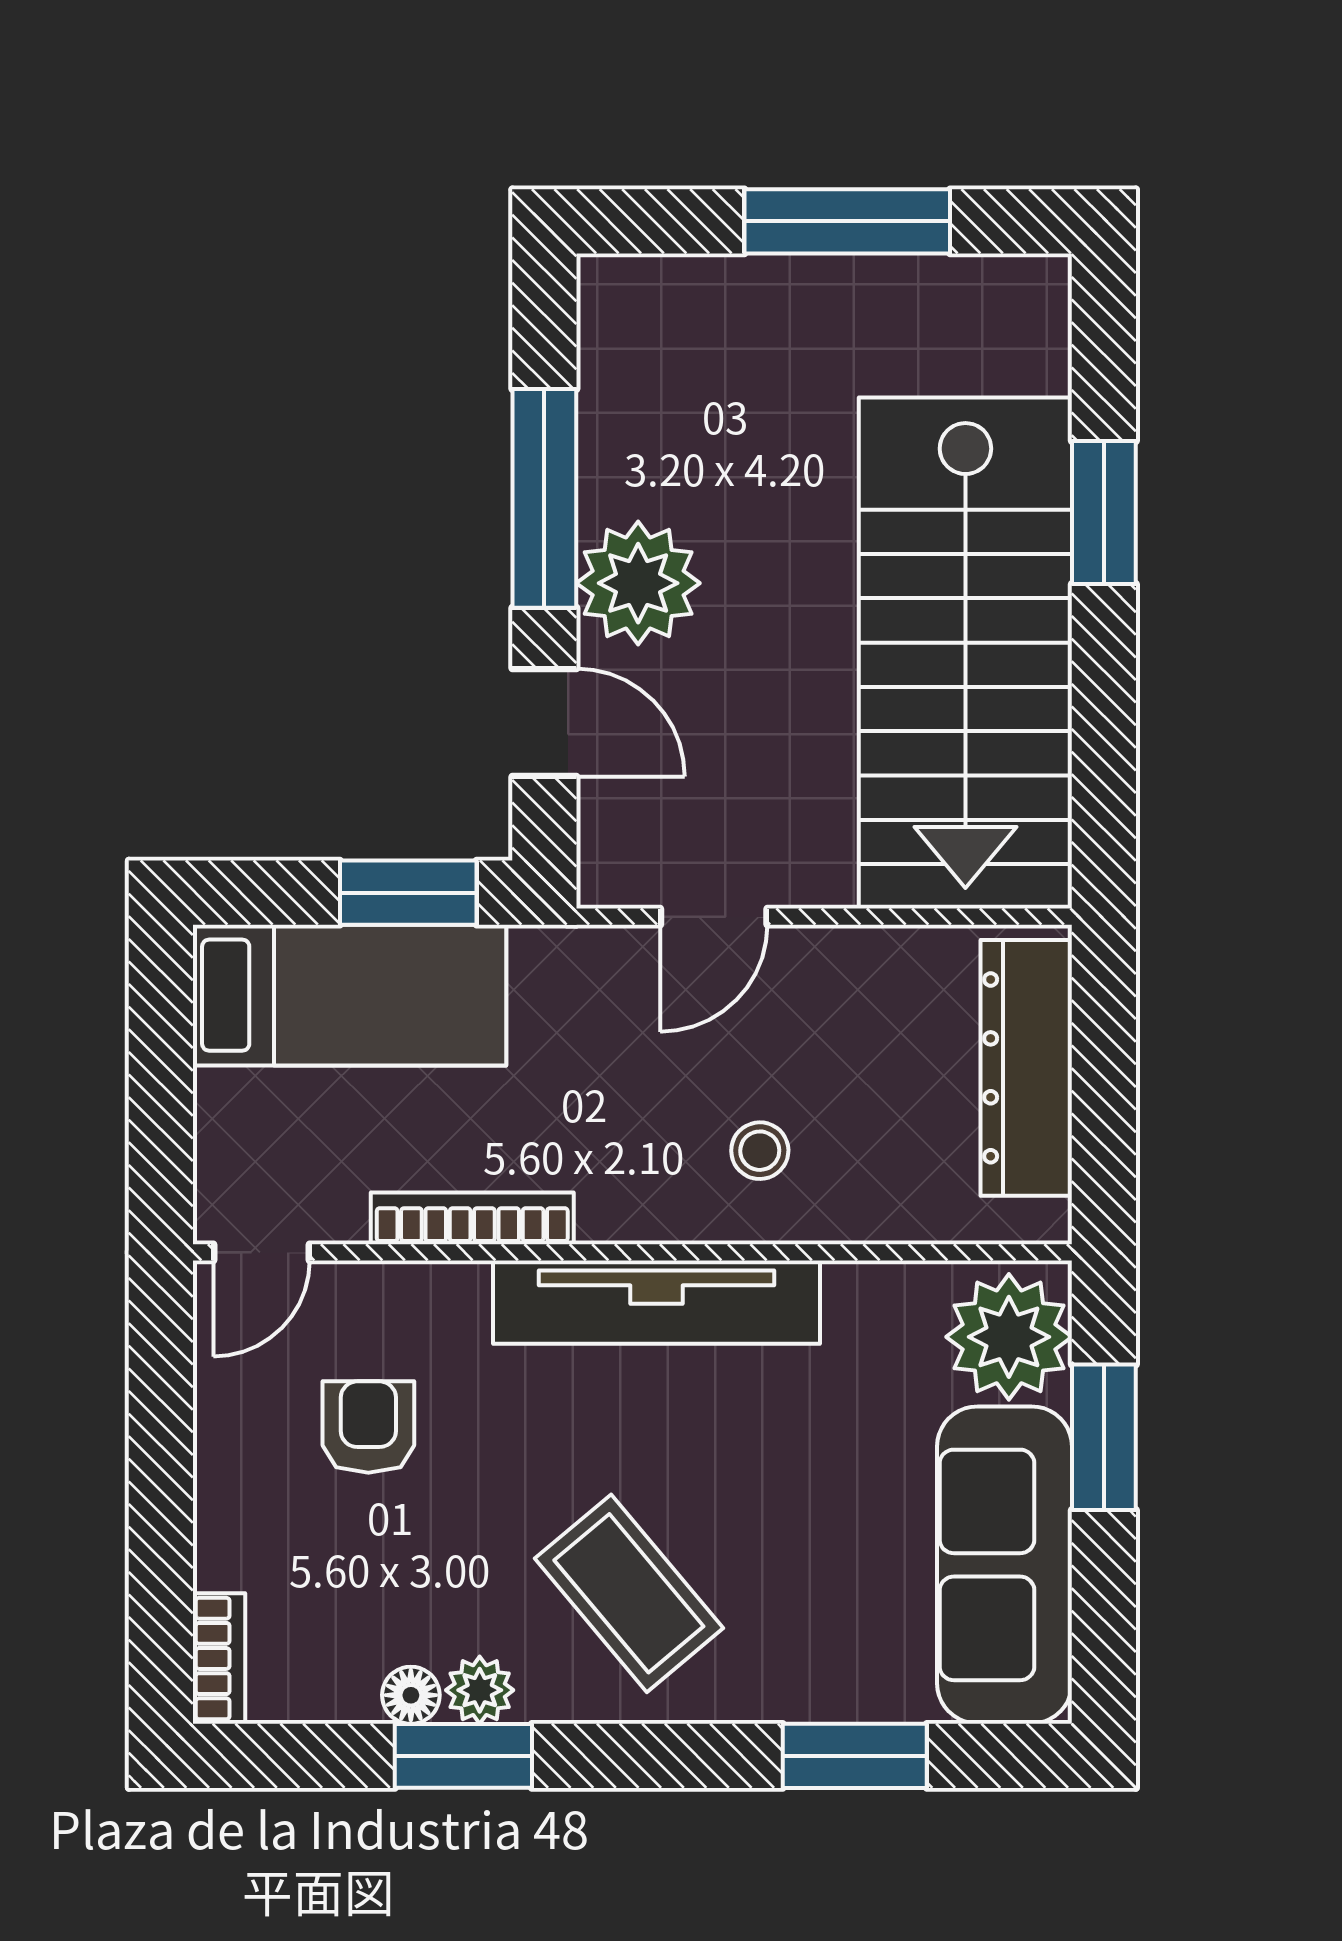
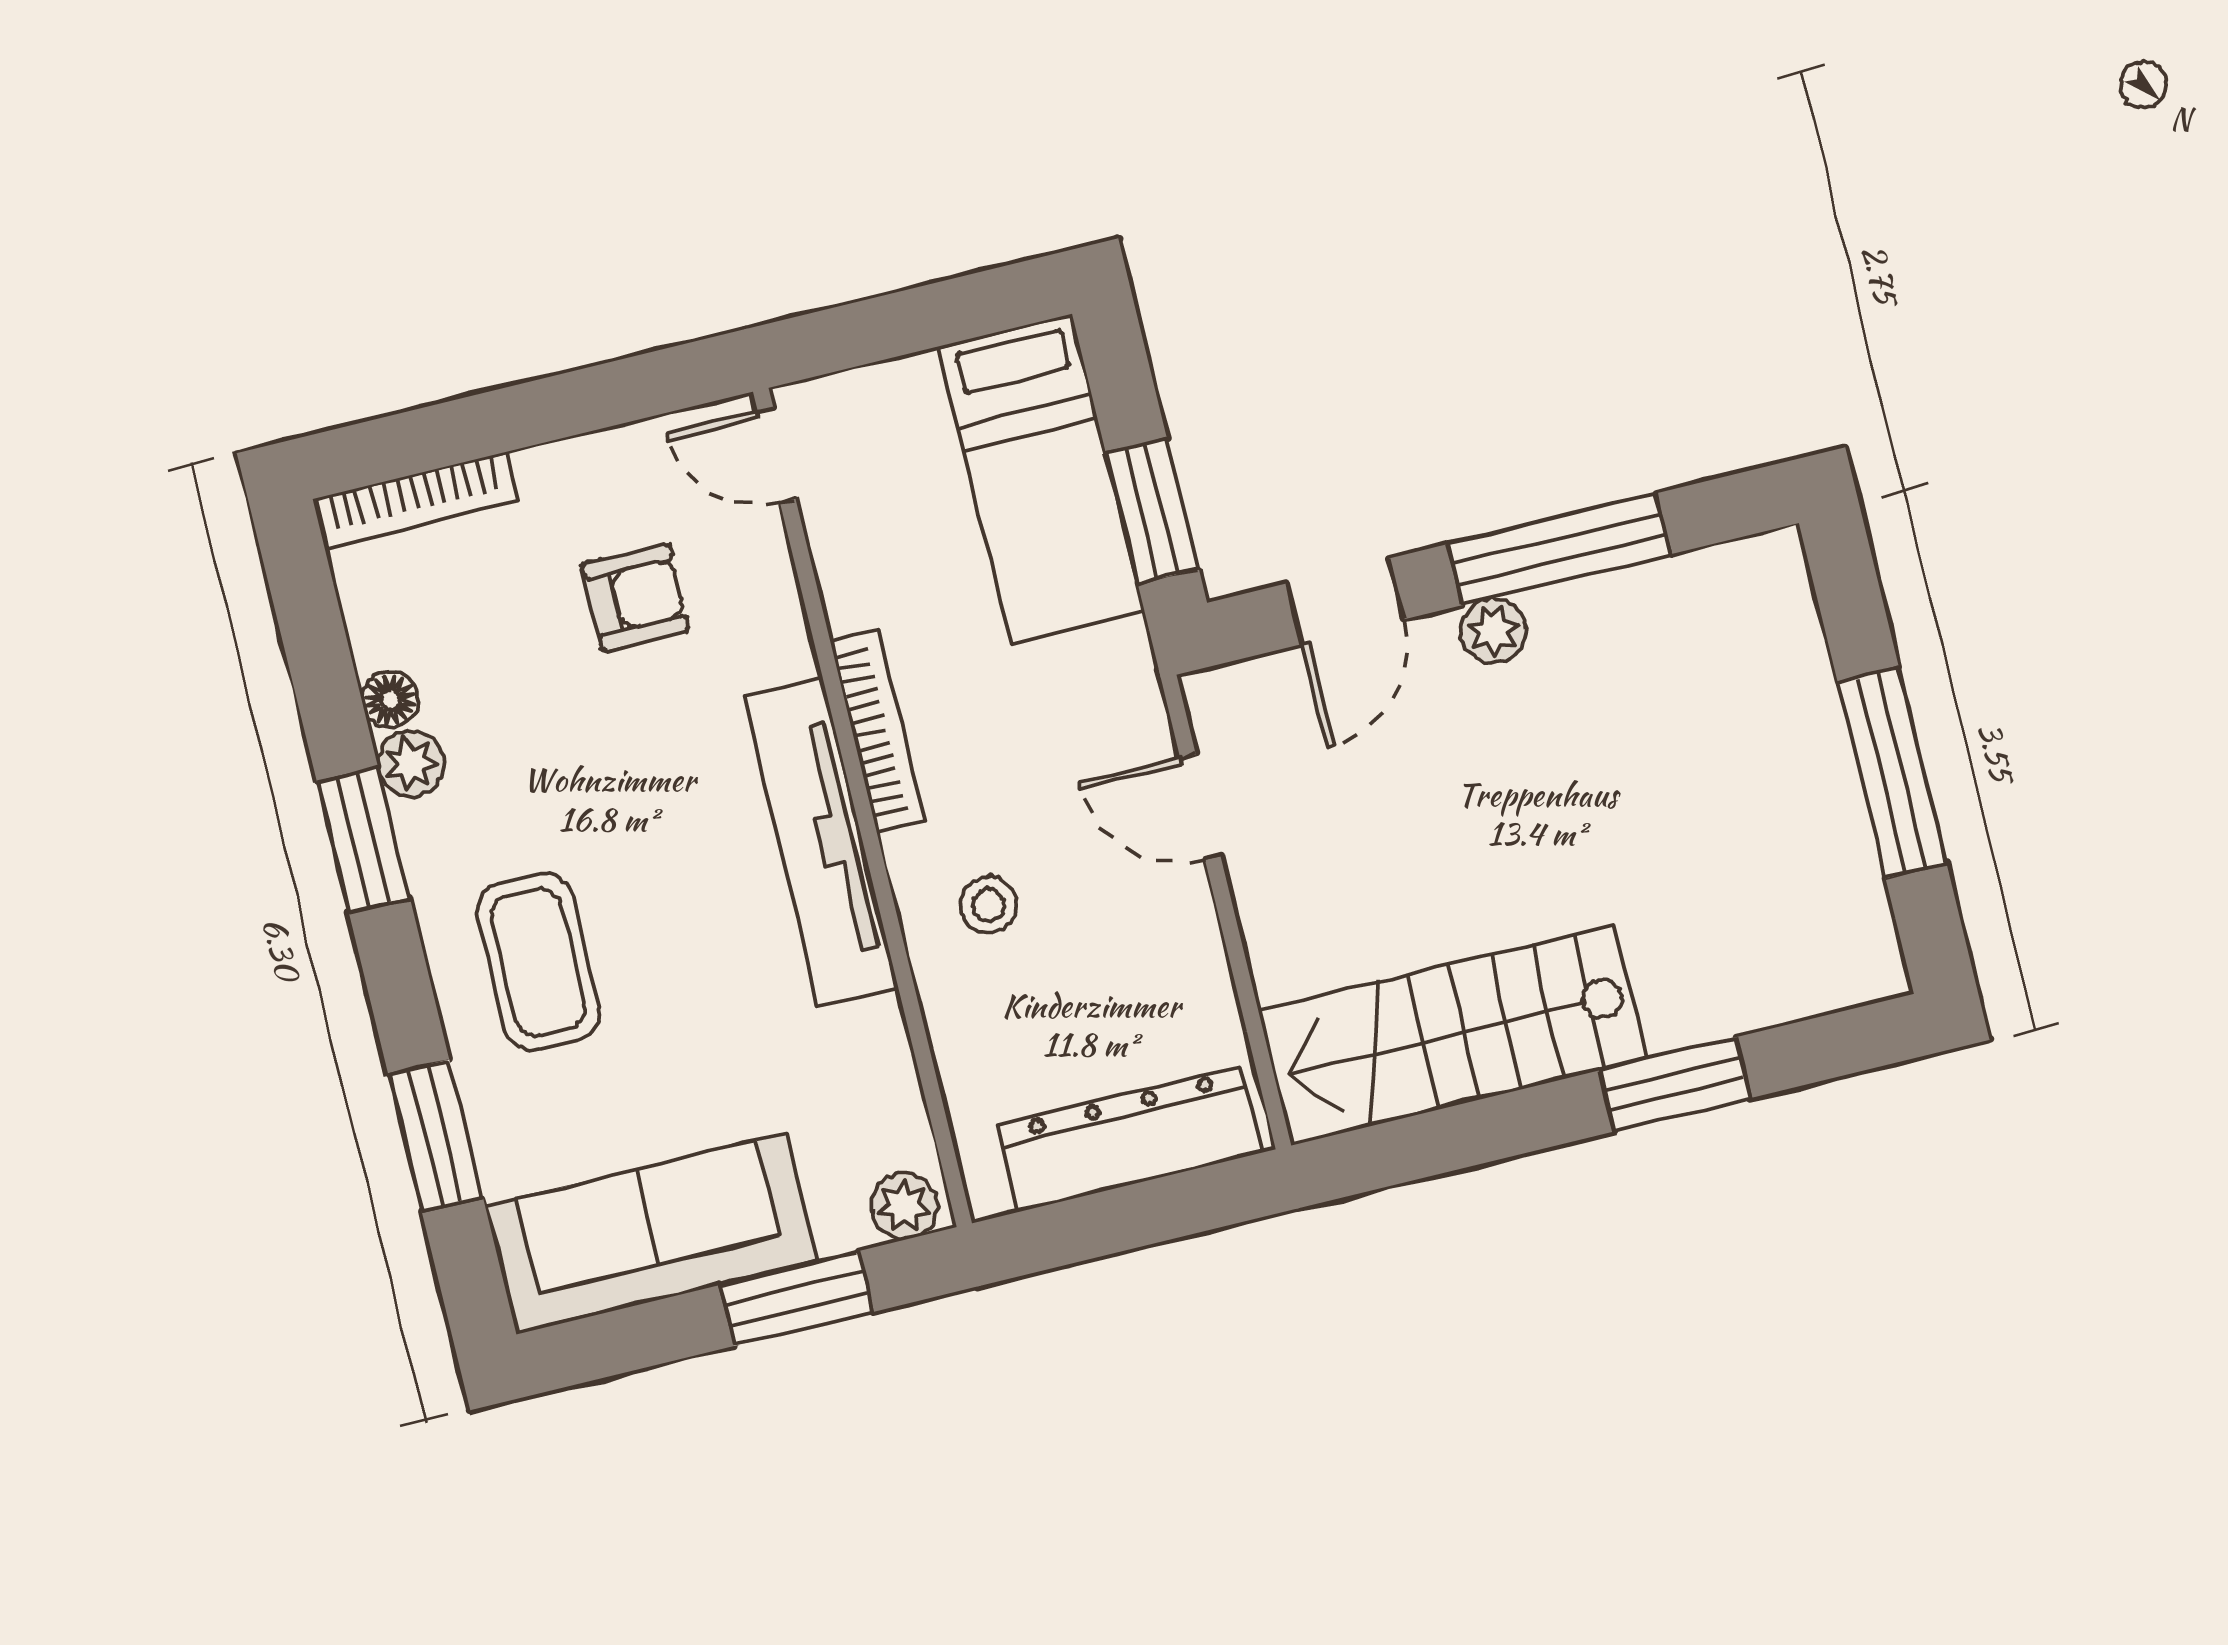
plant: (638, 583) -> (1493, 631), width x0.53, depth x0.53
stairs: (965, 653) -> (1453, 1035), width x0.73, depth x0.66
bookcase: (472, 1218) -> (878, 730), moved
plant: (1009, 1337) -> (904, 1206), width x0.53, depth x0.53
coffee table: (629, 1593) -> (538, 962), moved, turned -50
bookcase: (219, 1658) -> (416, 500), width x1.56
window: (463, 1756) -> (363, 840), moved

